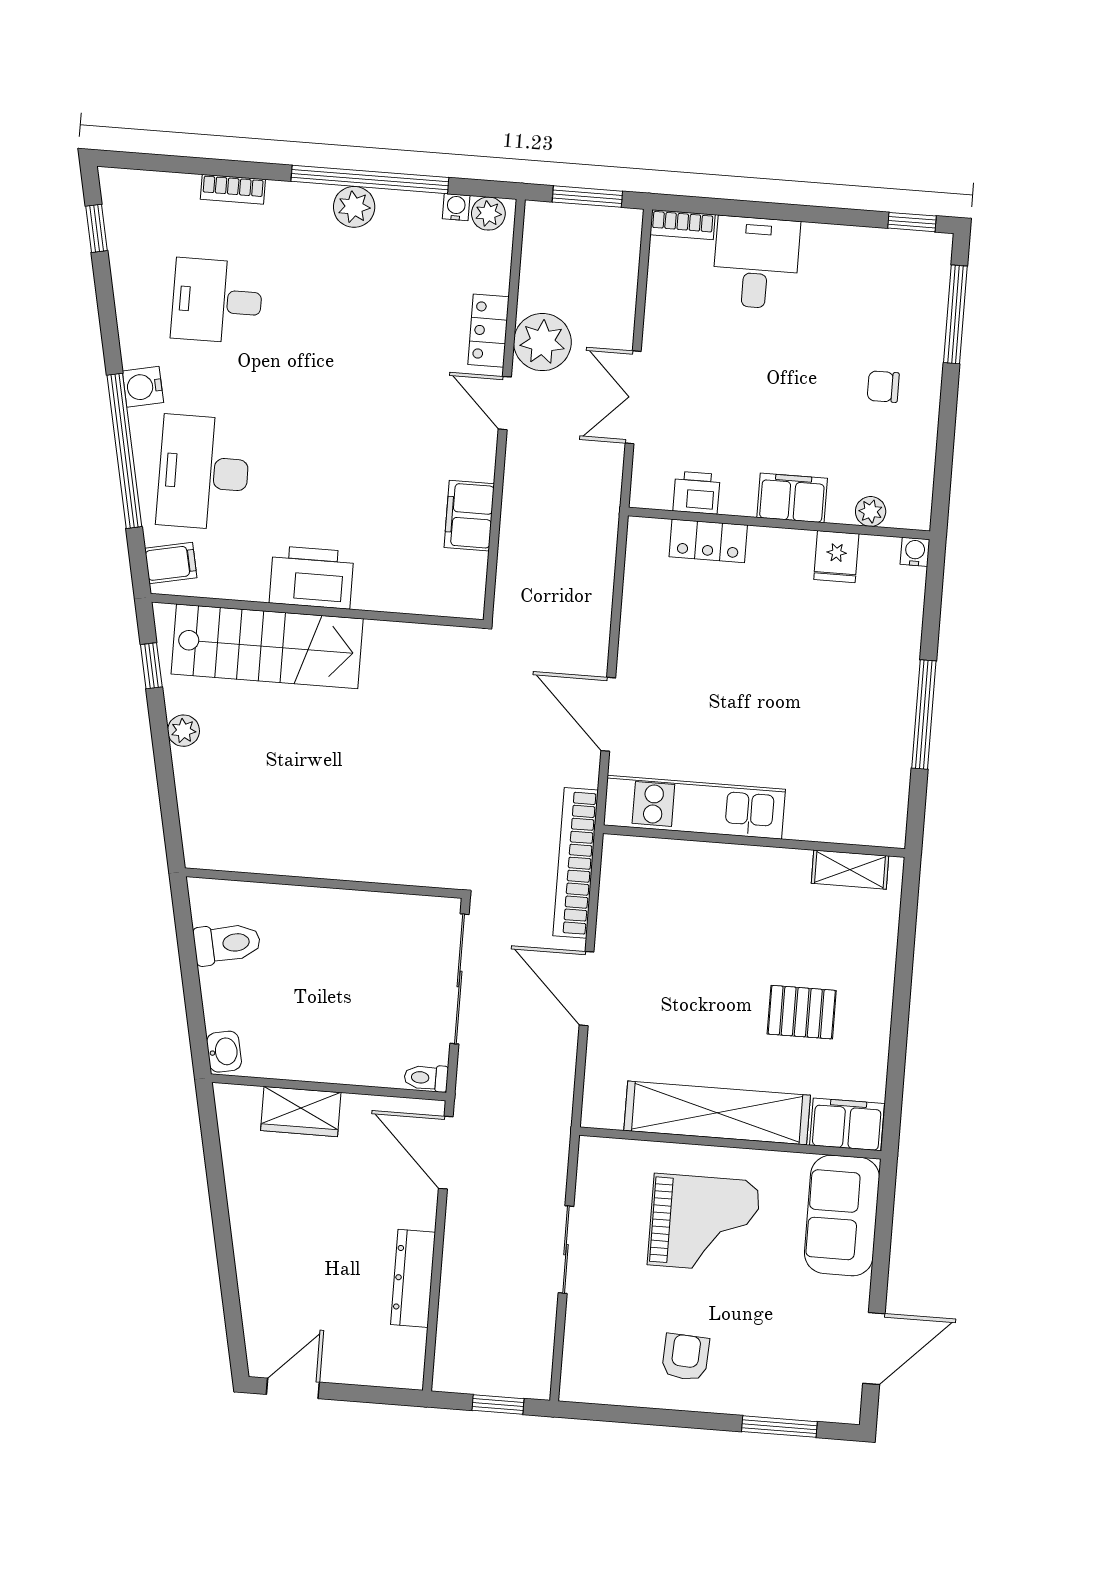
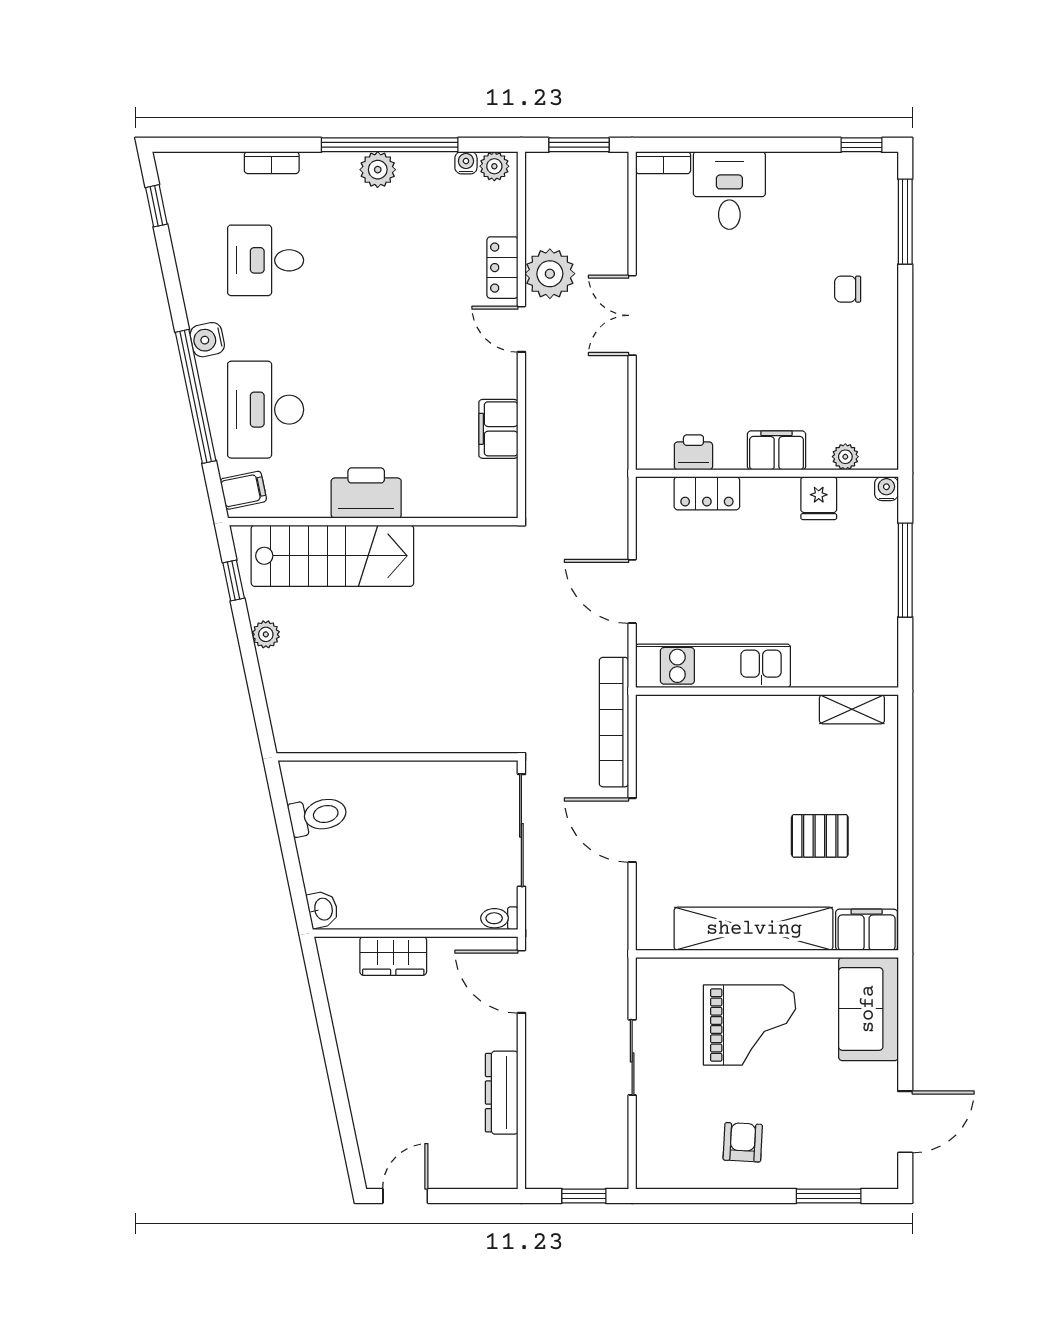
printer: (697, 493) -> (693, 452), moved
filing cabinet: (792, 498) -> (777, 450), moved
plant: (871, 511) -> (845, 457), moved
wall: (779, 523) -> (767, 473), moved
locker: (708, 541) -> (707, 493), moved
water cooler: (915, 552) -> (886, 489), moved
fridge: (836, 557) -> (819, 498), moved

